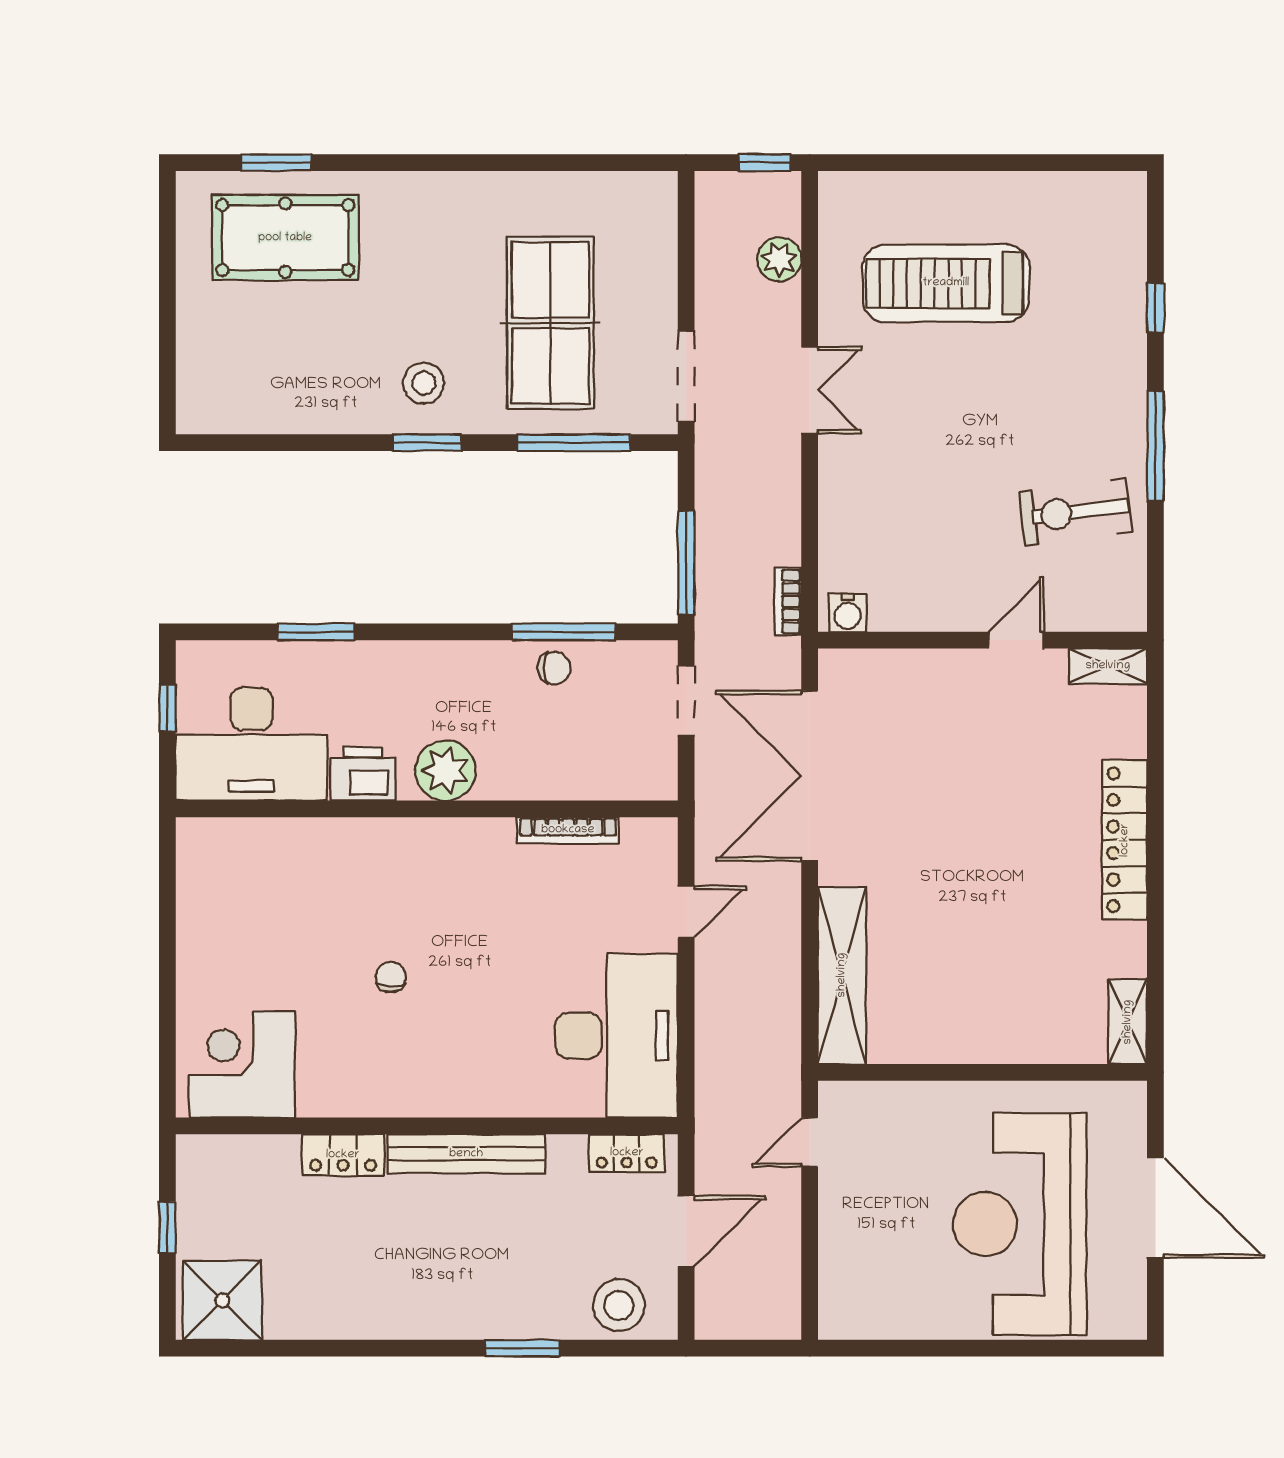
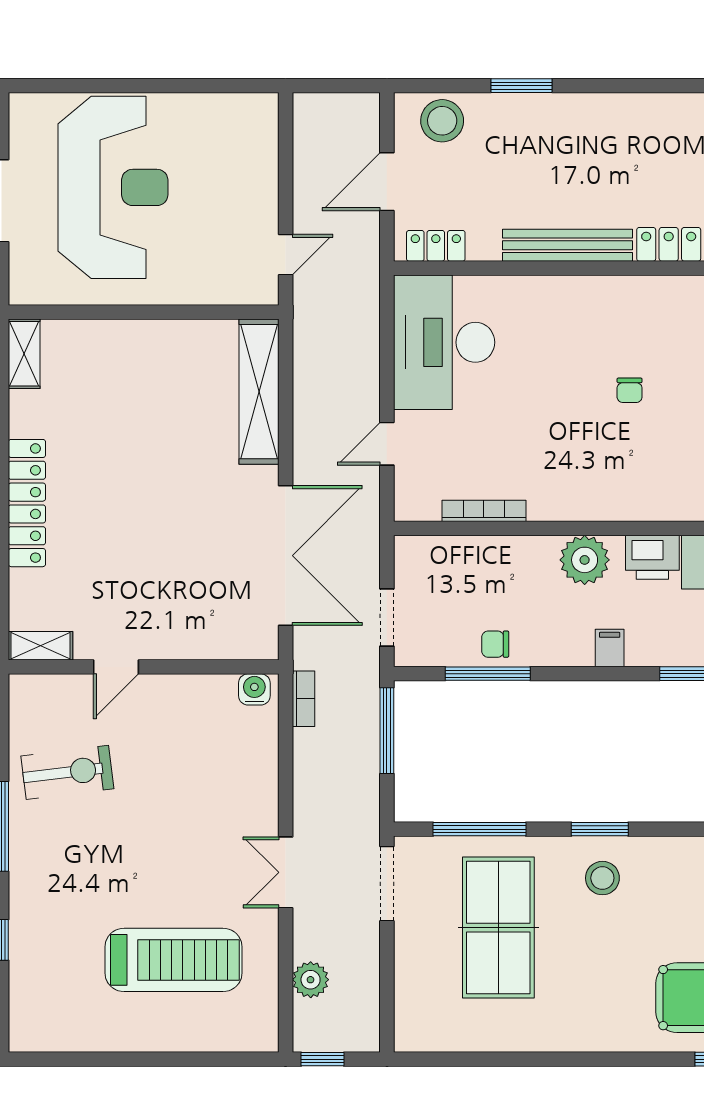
filing cabinet: (415, 663) -> (610, 648), added

